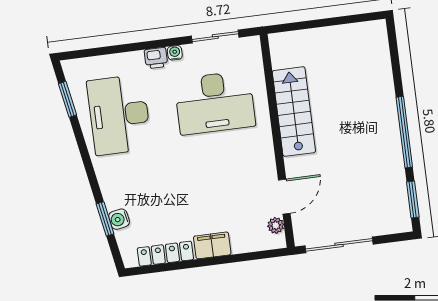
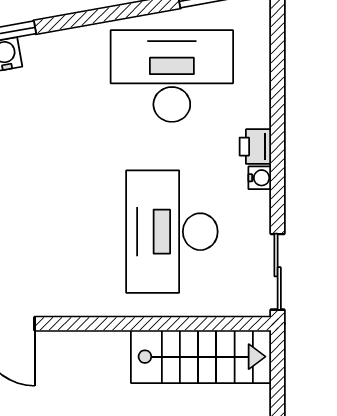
sliding door: (215, 37) -> (278, 272), moved
stairs: (294, 112) -> (201, 357), moved

